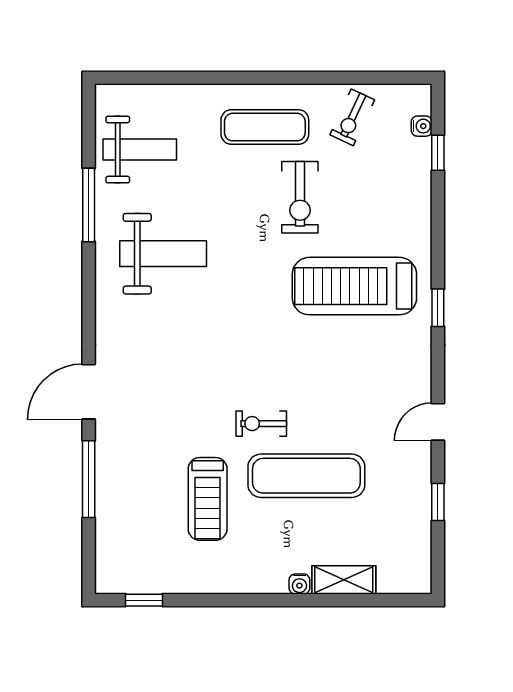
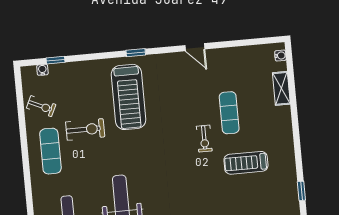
exercise mat: (306, 476) -> (229, 113), width x0.73, depth x0.69
treadmill: (208, 499) -> (246, 163), turned 180
window: (438, 502) -> (236, 43), removed
water cooler: (299, 584) -> (280, 56), moved

